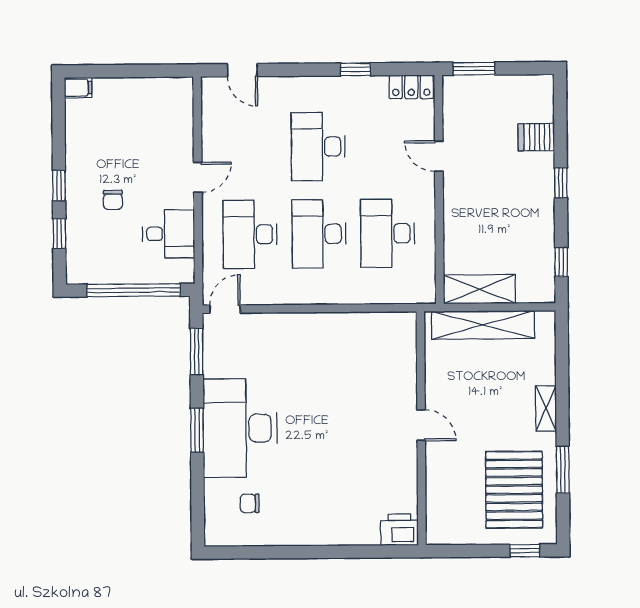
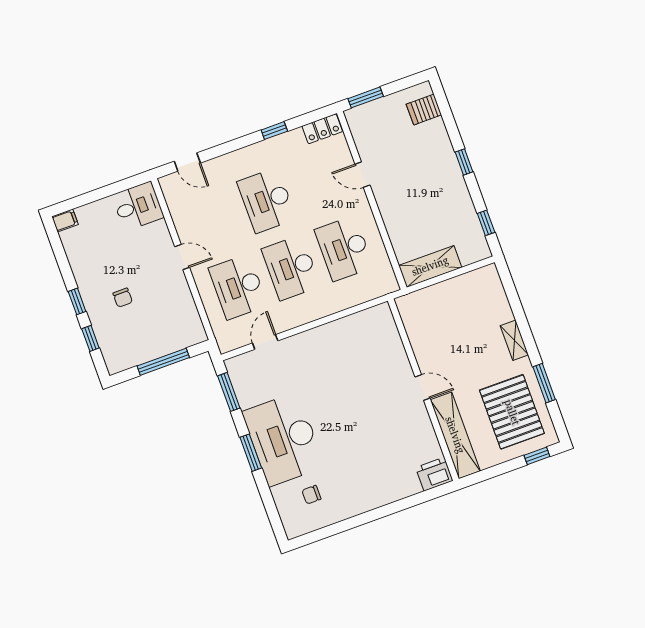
server rack: (536, 137) -> (424, 110), moved
door: (198, 177) -> (182, 257), hinge flipped
desk: (169, 234) -> (138, 206), moved
window: (134, 290) -> (163, 362), width x0.68
door: (225, 309) -> (265, 342), moved
shelving: (483, 325) -> (455, 435), moved, turned 90

